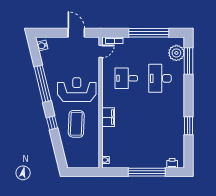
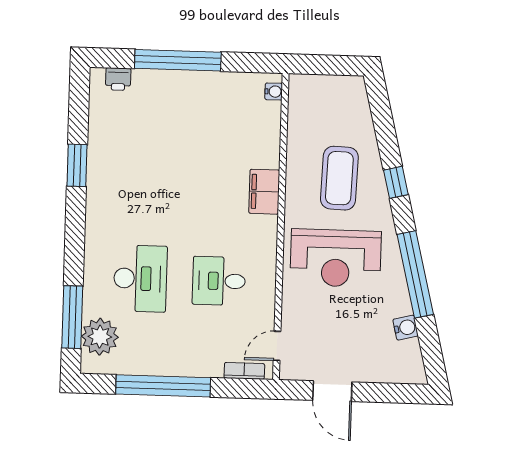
water cooler: (42, 46) -> (406, 328), moved
desk: (126, 78) -> (219, 281), turned 180

